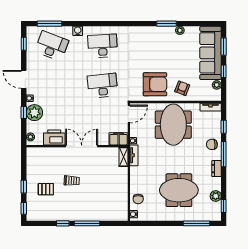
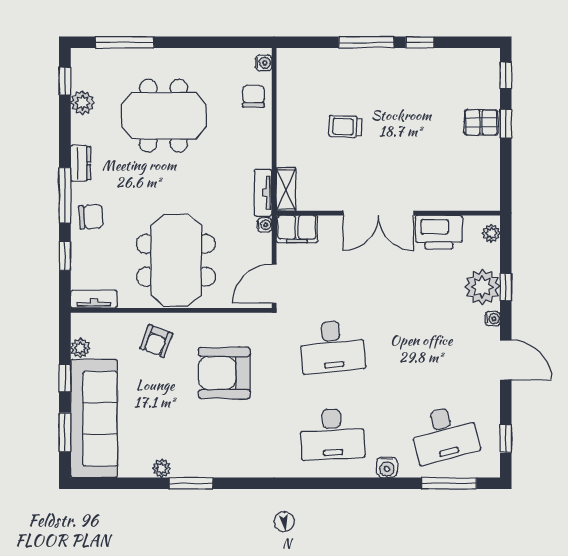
desk: (52, 46) -> (444, 434), turned -36
armchair: (155, 84) -> (224, 373), moved
trolley: (72, 181) -> (345, 127), moved
pallet: (46, 189) -> (481, 122), moved

